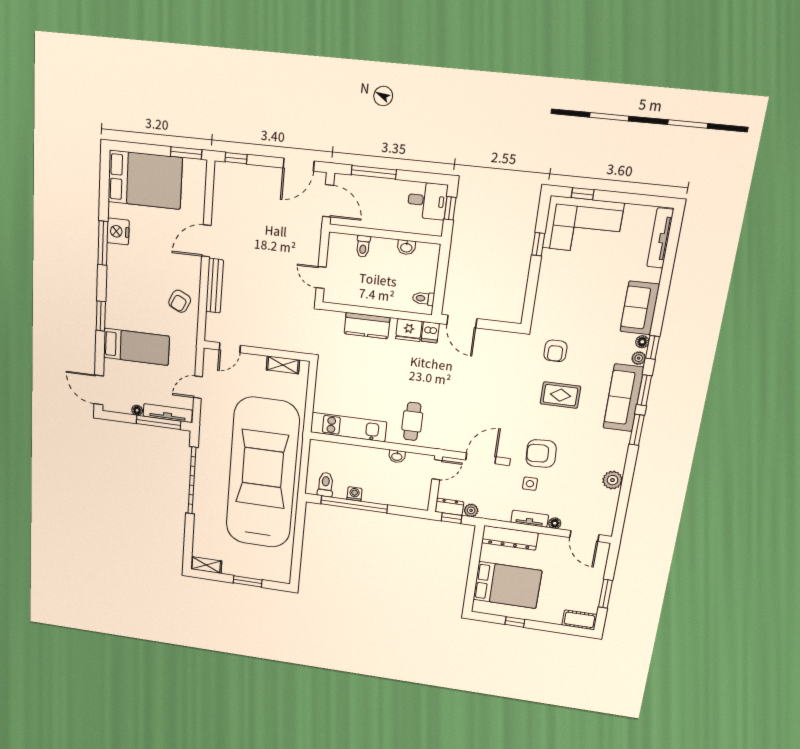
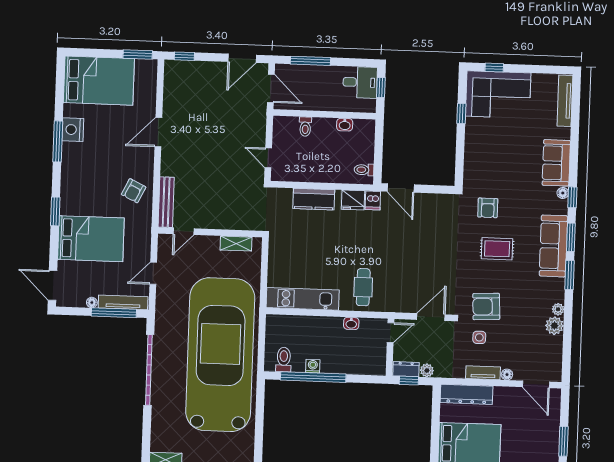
bench: (214, 286) -> (166, 202), moved
bed: (136, 347) -> (91, 239), width x1.50
plant: (639, 358) -> (558, 309), moved

